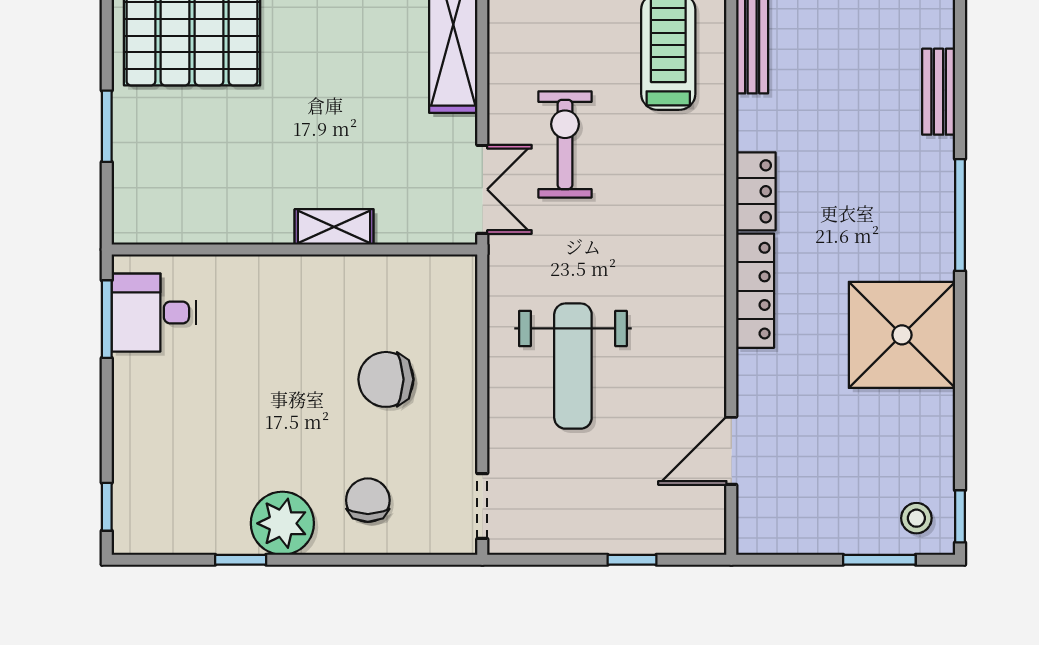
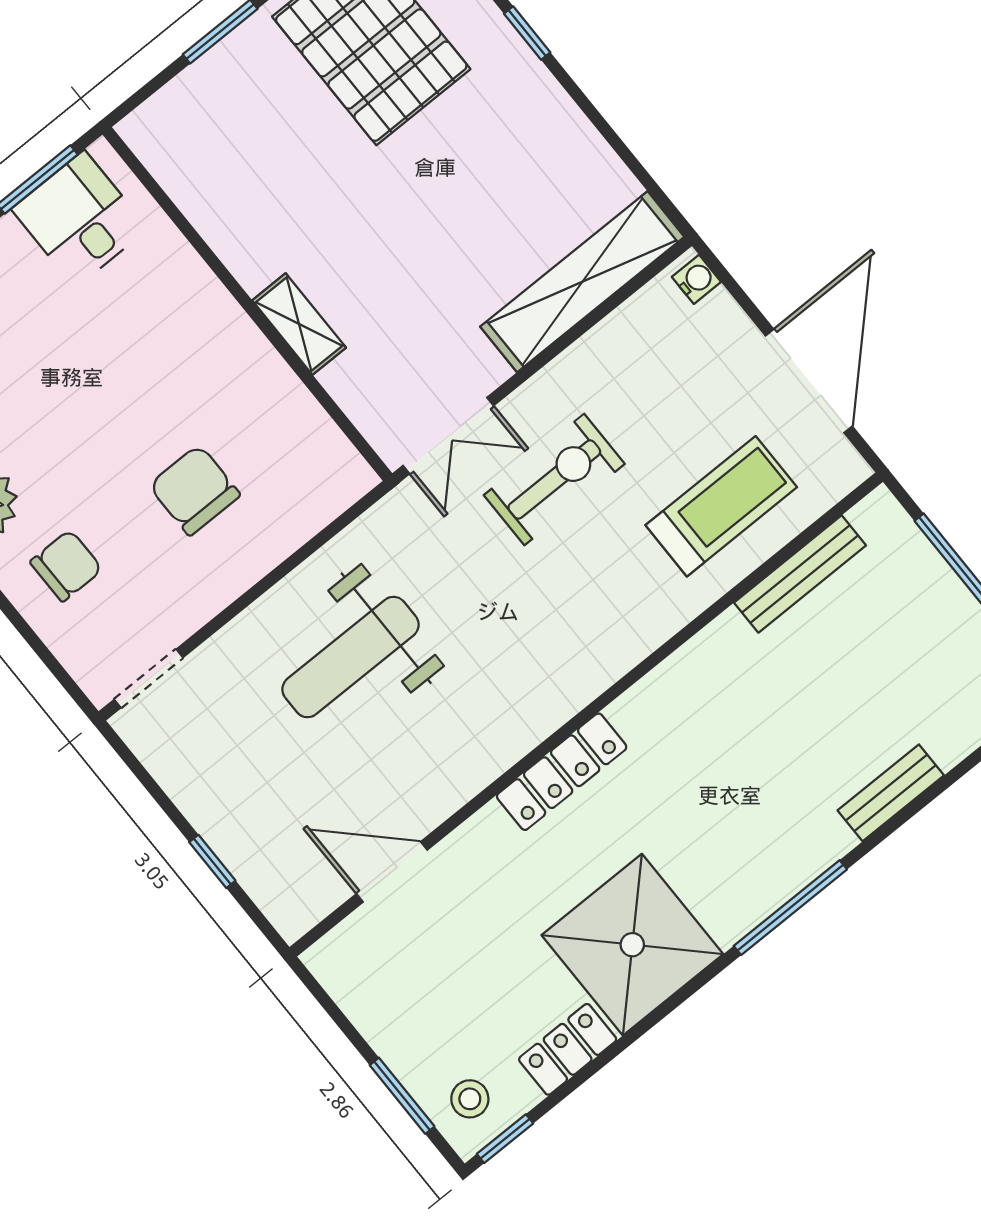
locker: (756, 191) -> (568, 1049), moved, turned 180

